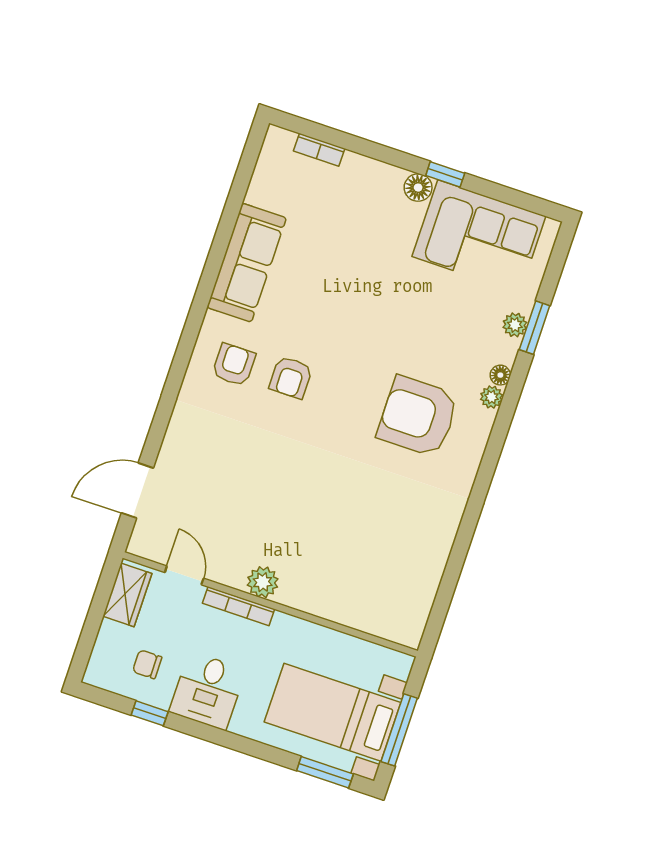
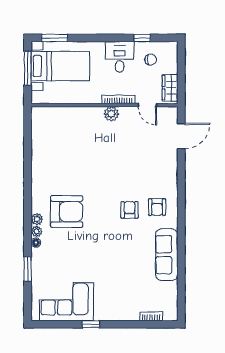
floor lamp: (418, 188) -> (101, 314), removed
plant: (515, 325) -> (37, 219), moved

